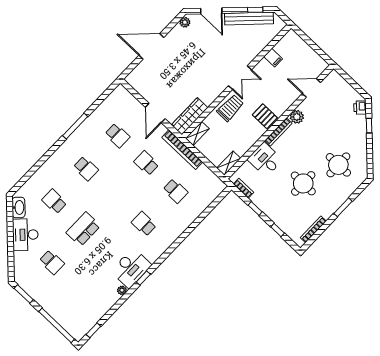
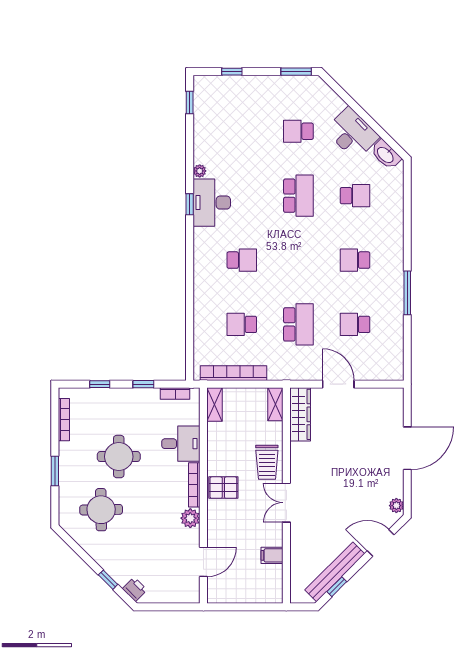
bookcase: (182, 150) -> (234, 373), moved
school desk: (146, 163) -> (298, 324), width x1.85
window: (57, 325) -> (232, 72), width x0.32

